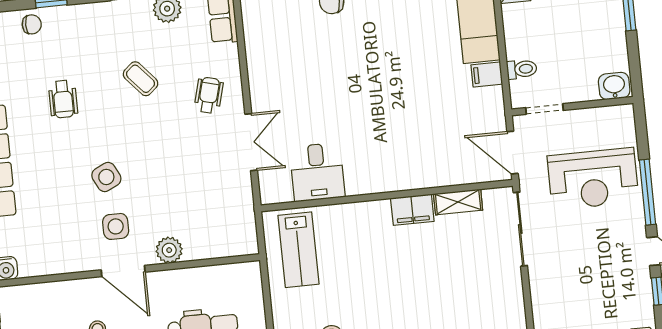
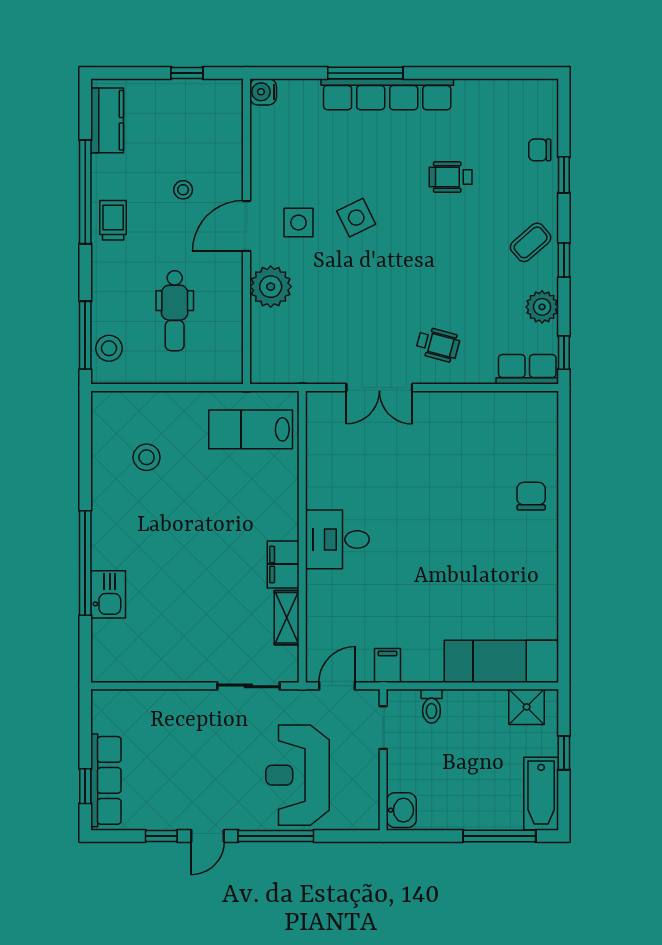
chair: (32, 24) -> (540, 150), turned 90
filing cabinet: (487, 74) -> (388, 665), moved
coffee table: (141, 79) -> (531, 242), moved
door: (513, 153) -> (337, 686), width x0.73
desk: (317, 172) -> (337, 539), moved
sliding door: (520, 229) -> (248, 686), width x0.73
plant: (169, 250) -> (271, 287), width x1.36, depth x1.36

